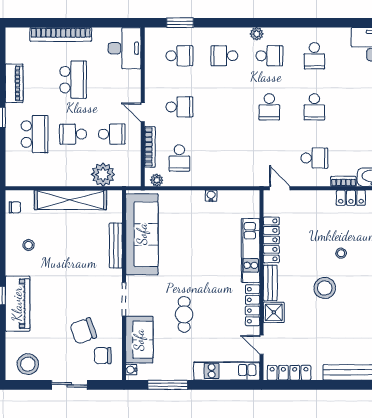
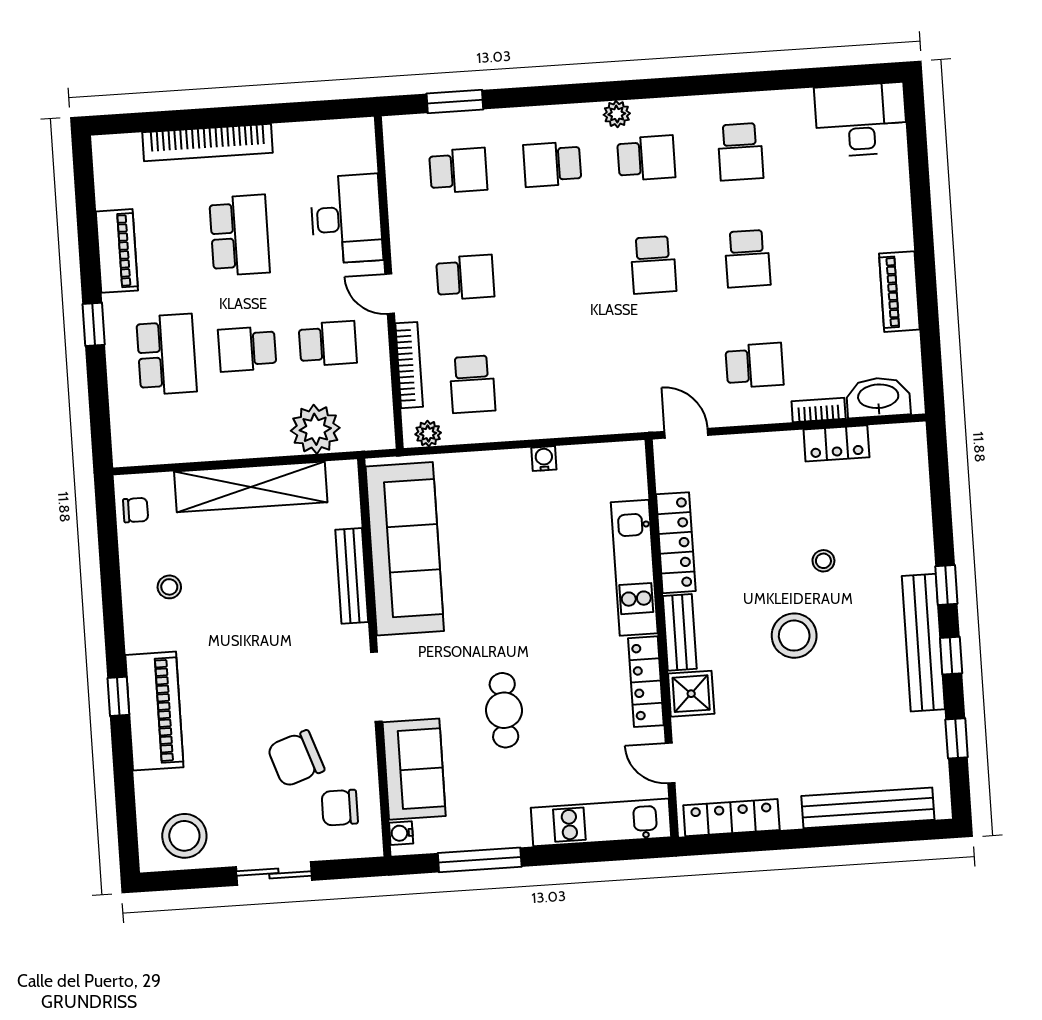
desk: (125, 48) -> (346, 219), moved

